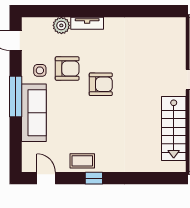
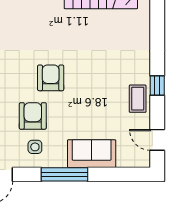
sofa: (34, 113) -> (92, 154), width x0.73
door: (46, 178) -> (157, 140), hinge flipped

